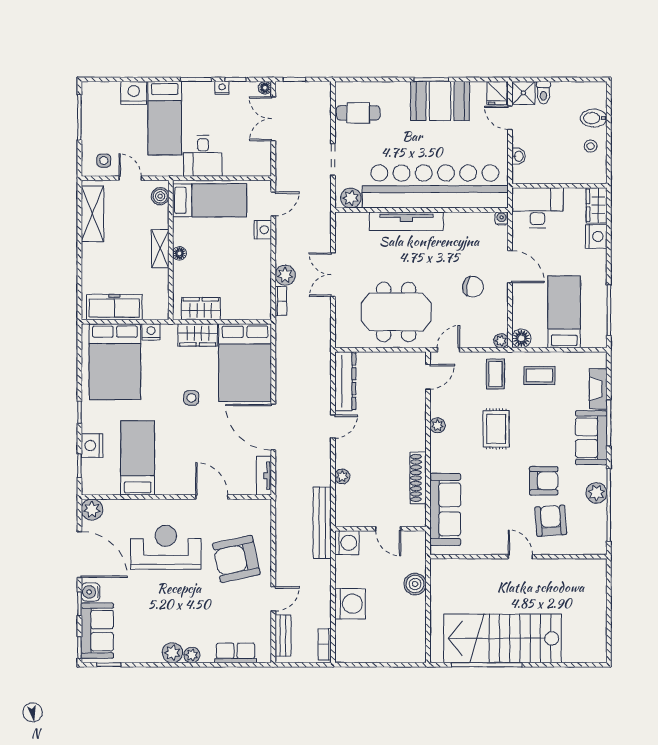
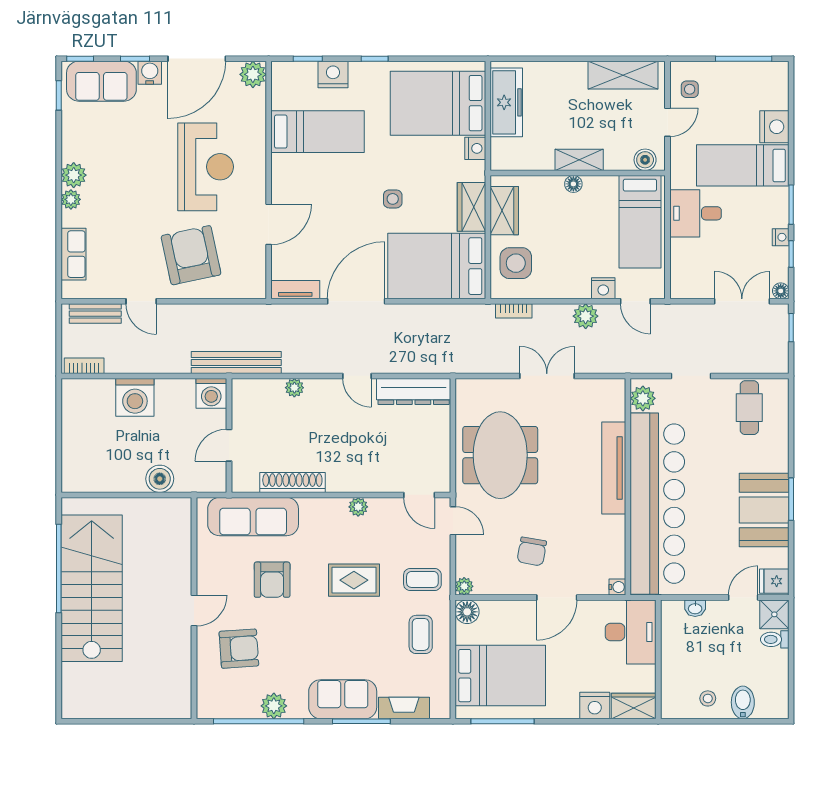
plant: (285, 275) -> (586, 316), moved
side table: (243, 299) -> (516, 263), added
bed: (564, 312) -> (500, 676), width x1.50
armchair: (544, 481) -> (272, 580), moved

